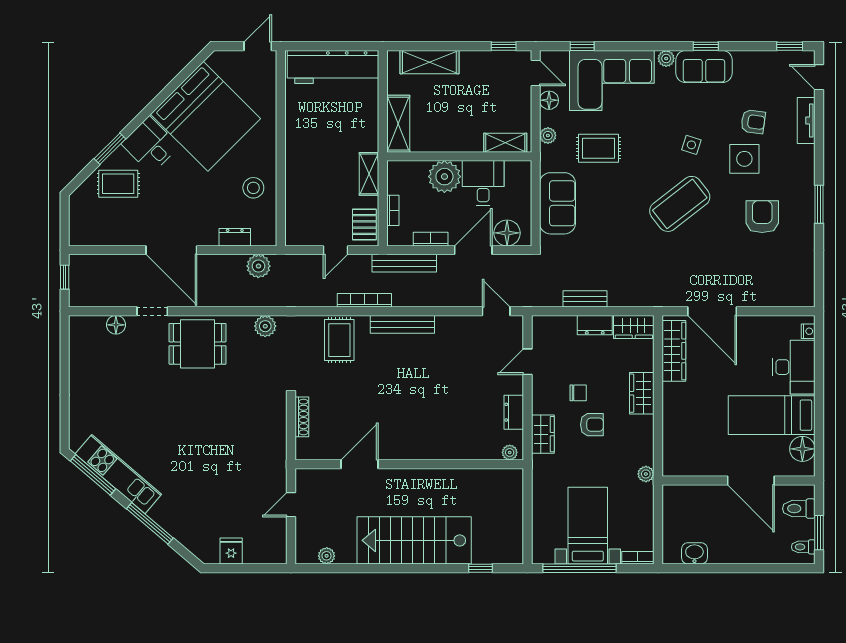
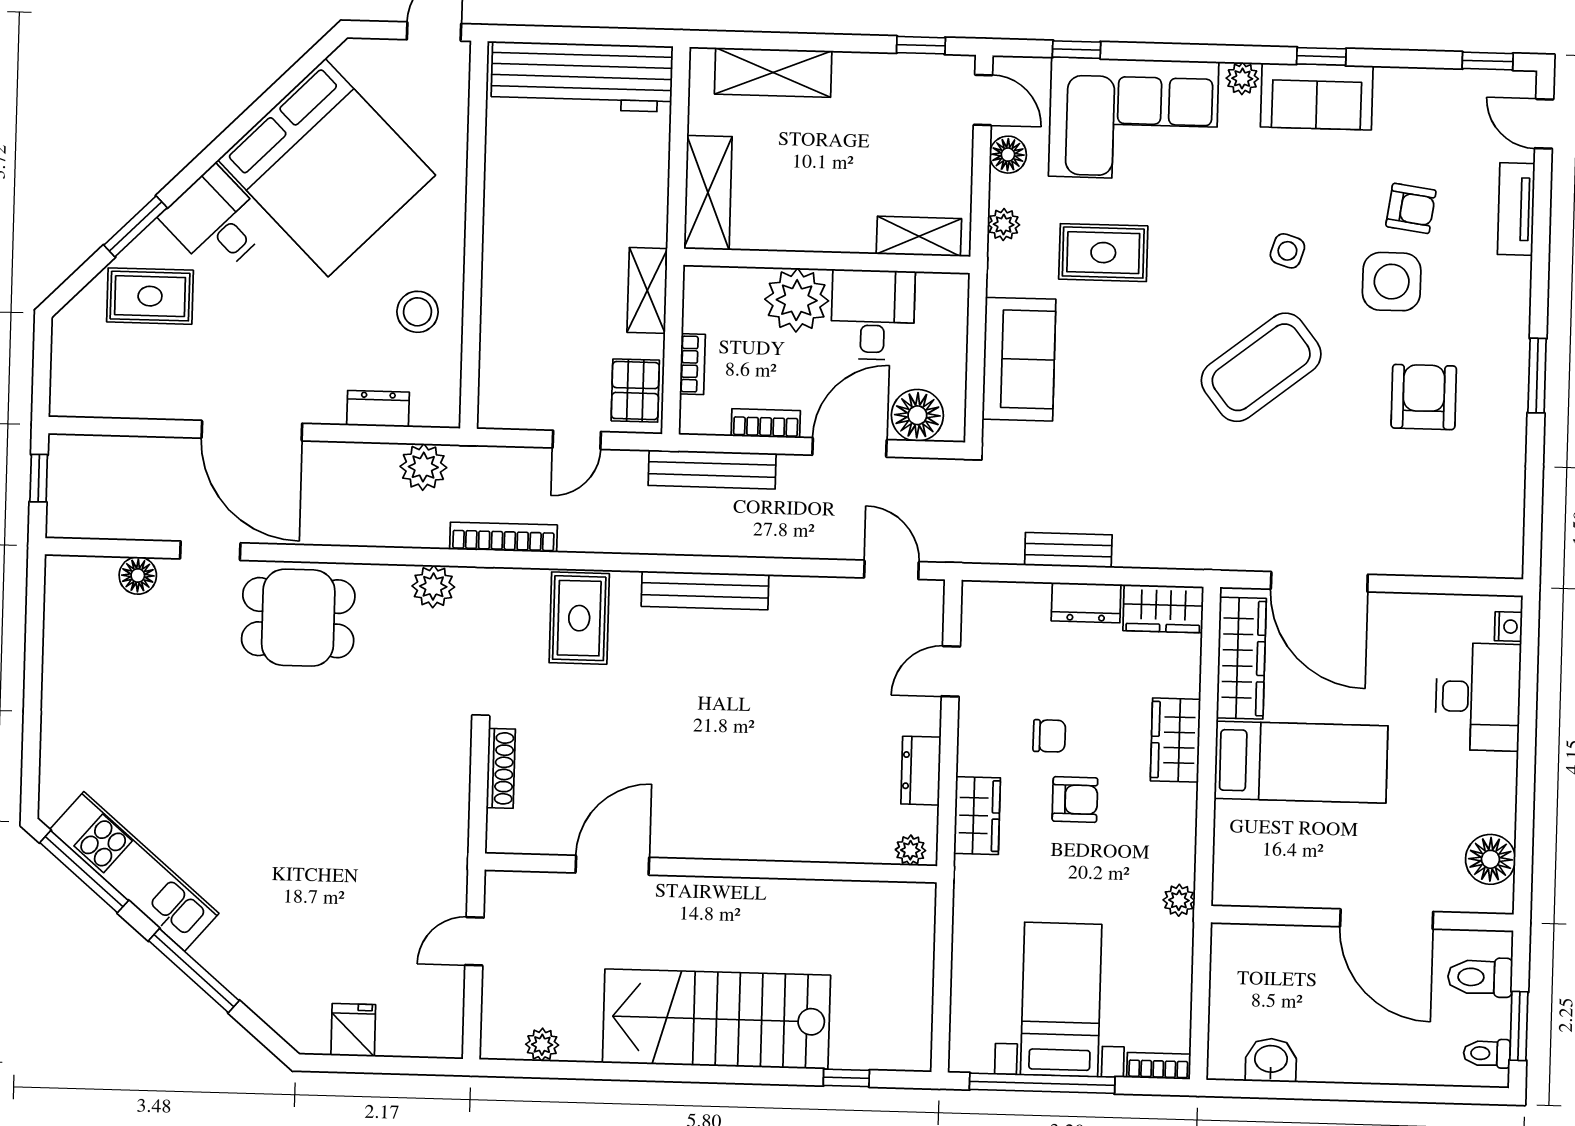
bookcase: (364, 300) -> (503, 537), moved
bed: (772, 415) -> (1301, 762), moved, turned 180

